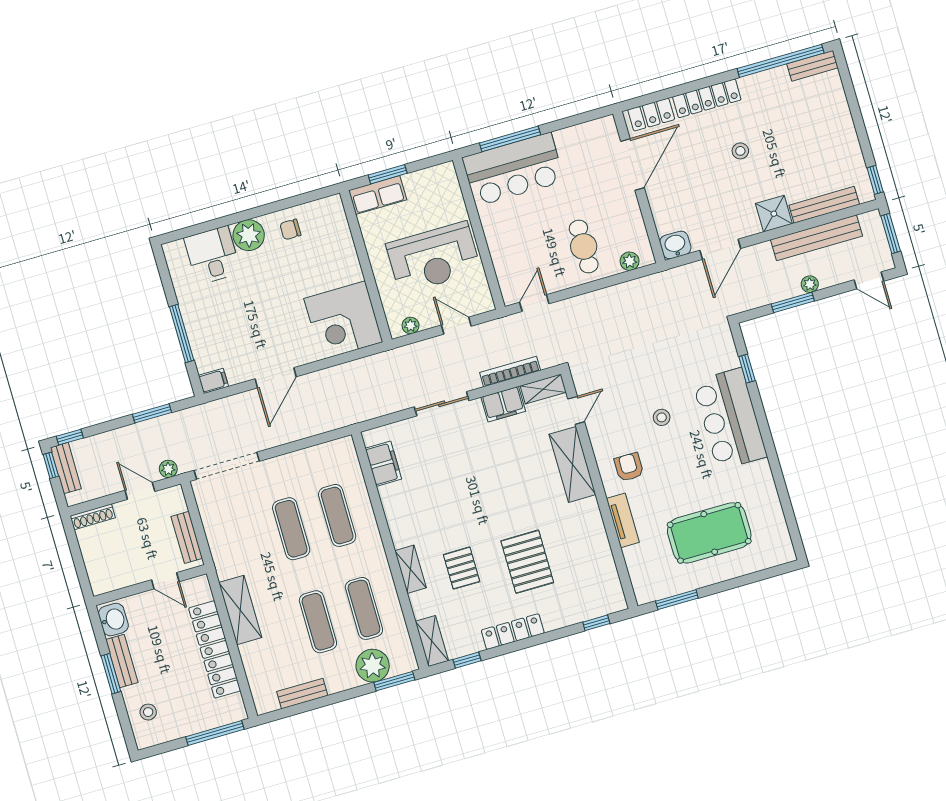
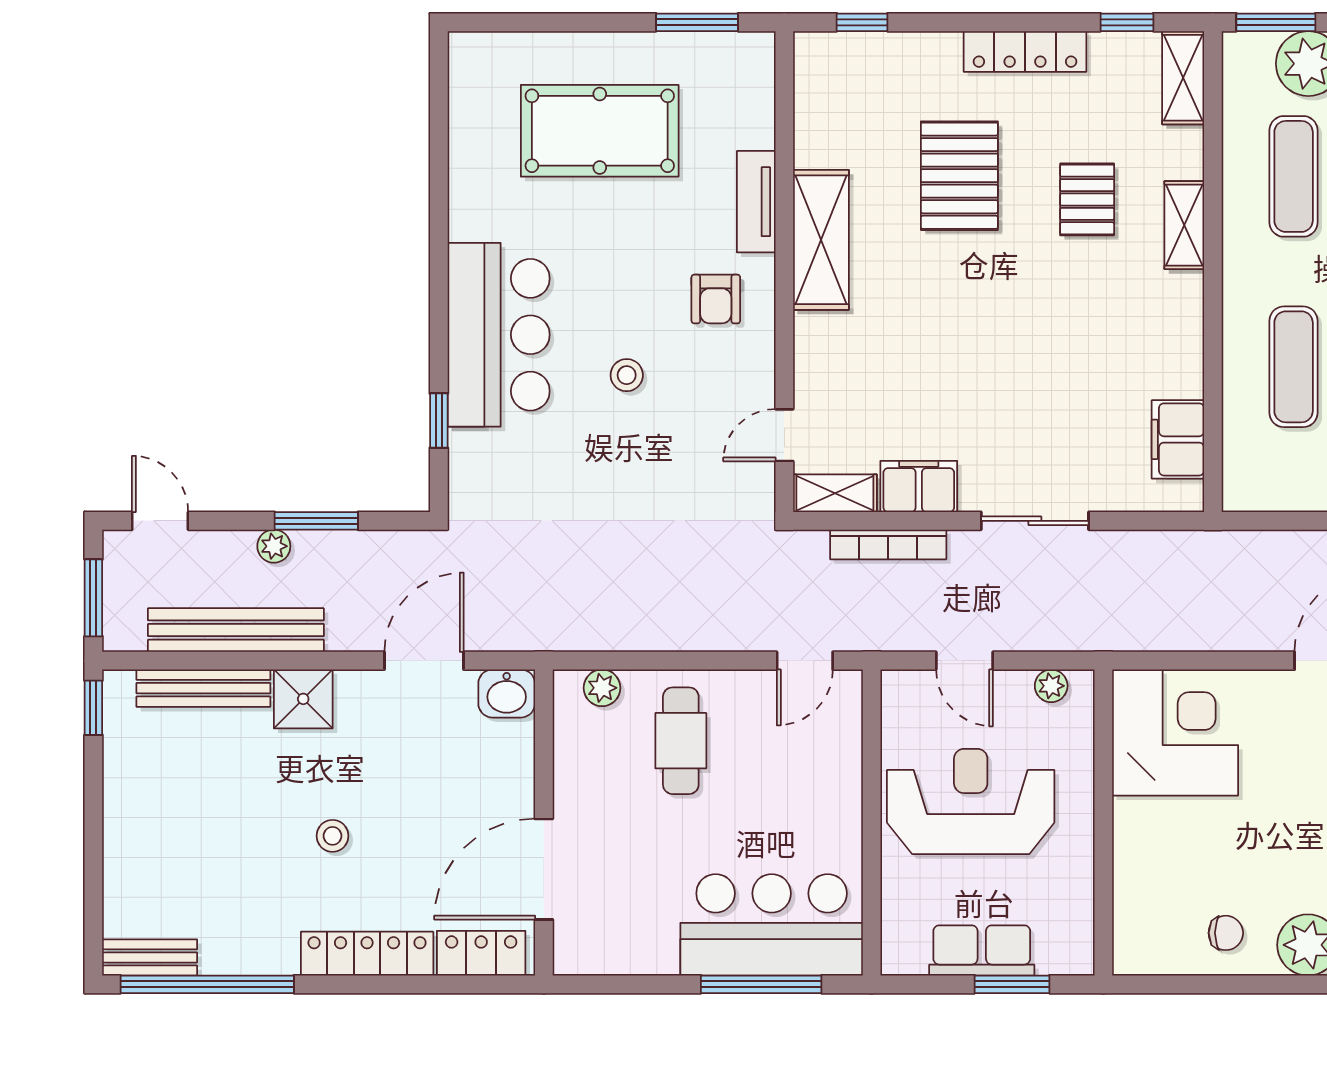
row of seats: (378, 195) -> (982, 950), moved
shelving: (572, 464) -> (821, 240), moved

